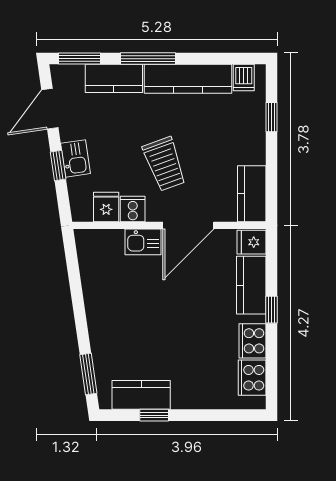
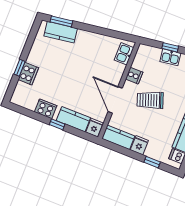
fridge: (106, 207) -> (139, 145), moved, turned -90
kitchen sink: (143, 242) -> (124, 54), moved
cooker: (252, 378) -> (28, 74), moved, turned 90
kitchen counter: (141, 395) -> (61, 32), moved, turned 82
window: (154, 415) -> (19, 68), moved

